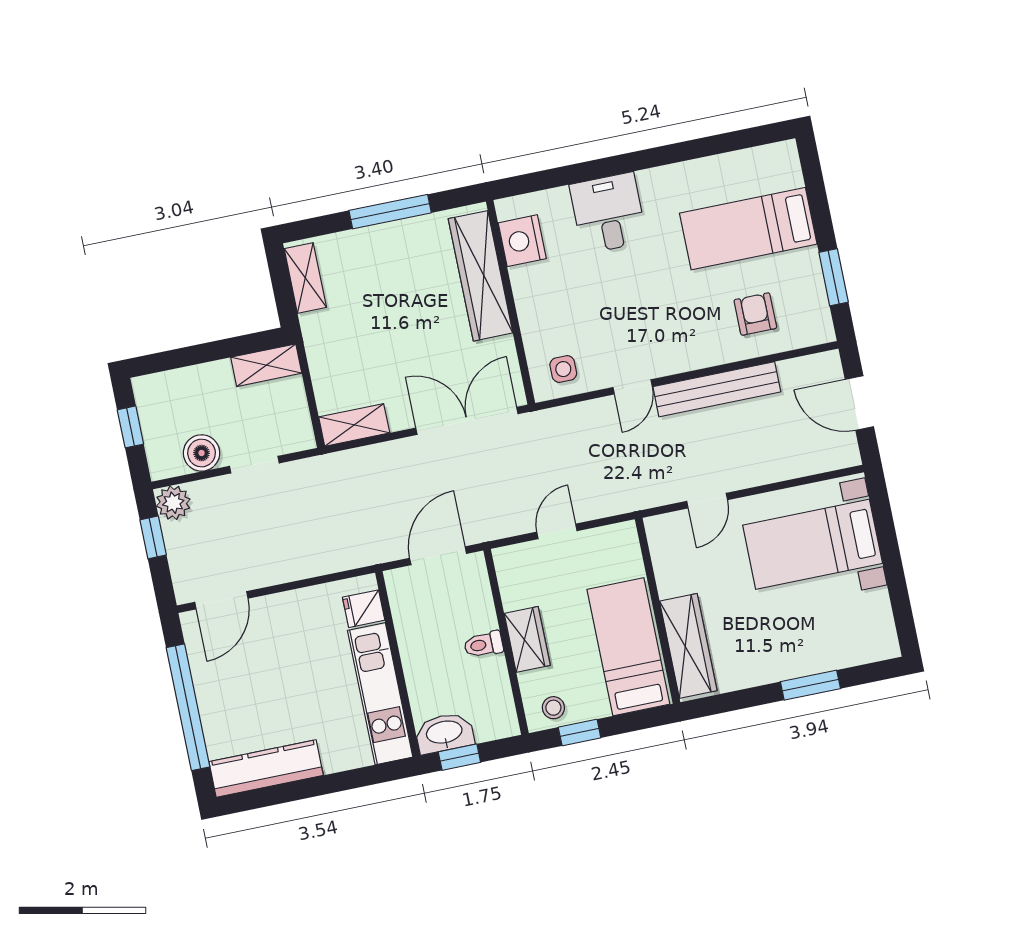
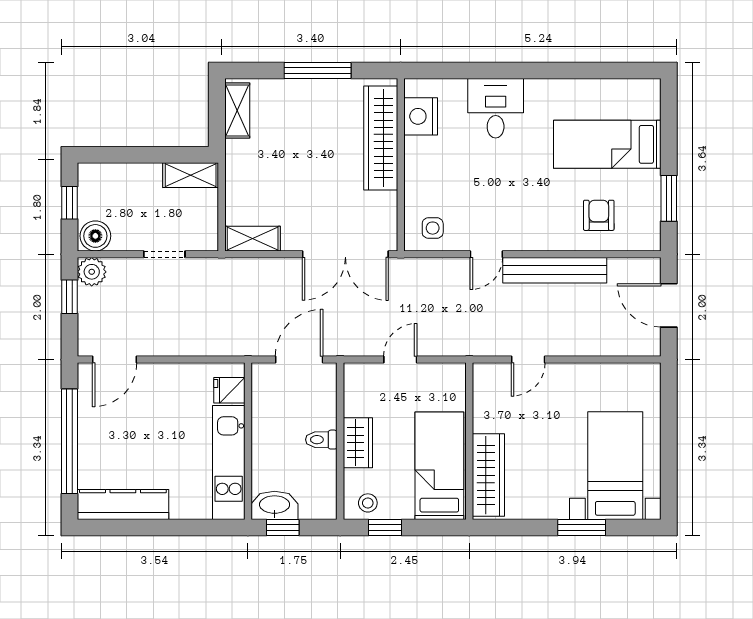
double door: (467, 421) -> (345, 254), swing flipped
boiler: (202, 453) -> (95, 236), moved
bed with nightstands: (813, 544) -> (615, 466), moved, turned 90

